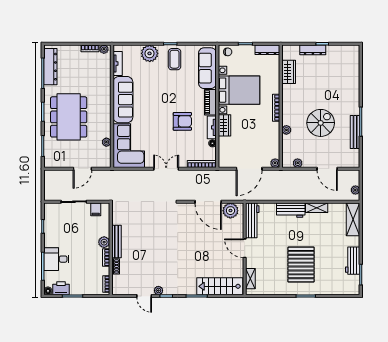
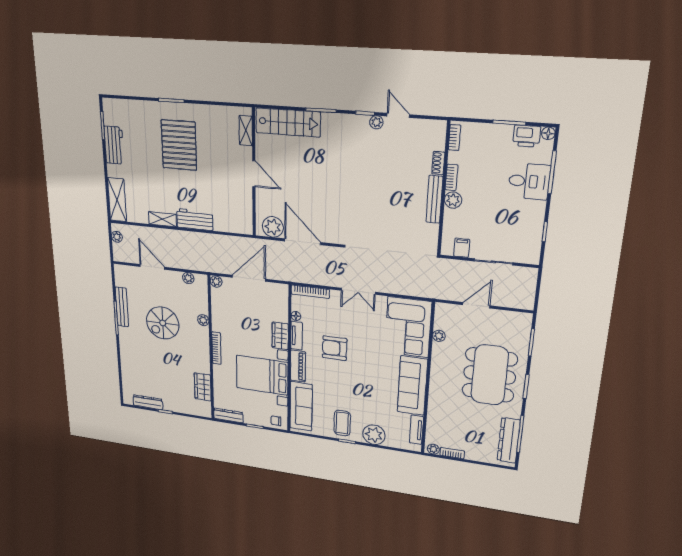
dresser: (313, 50) -> (148, 402), moved
workbench: (252, 220) -> (244, 211), removed

